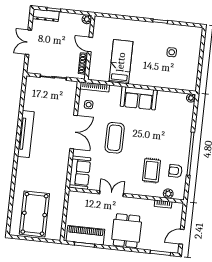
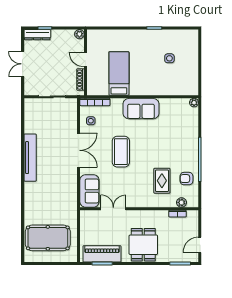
double door: (111, 194) -> (113, 209), moved
pool table: (34, 214) -> (48, 238), turned 90

